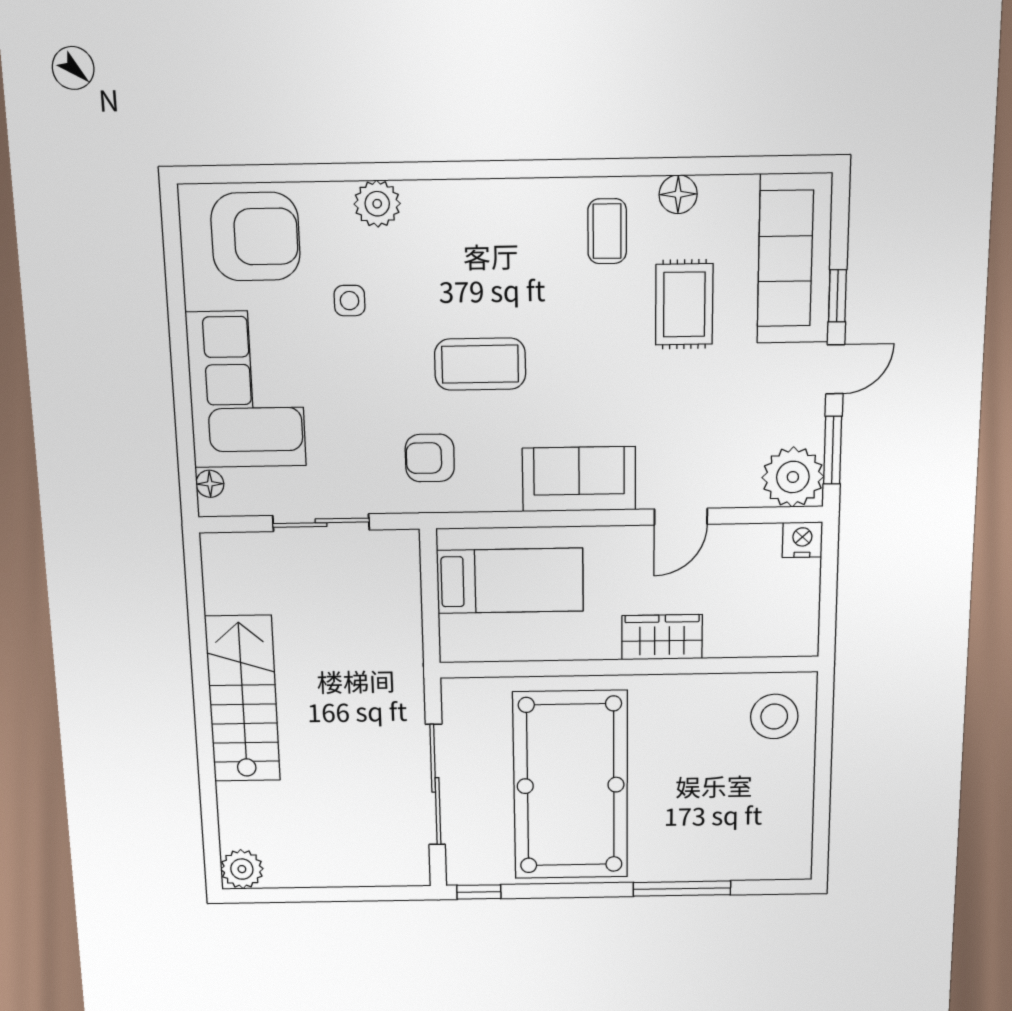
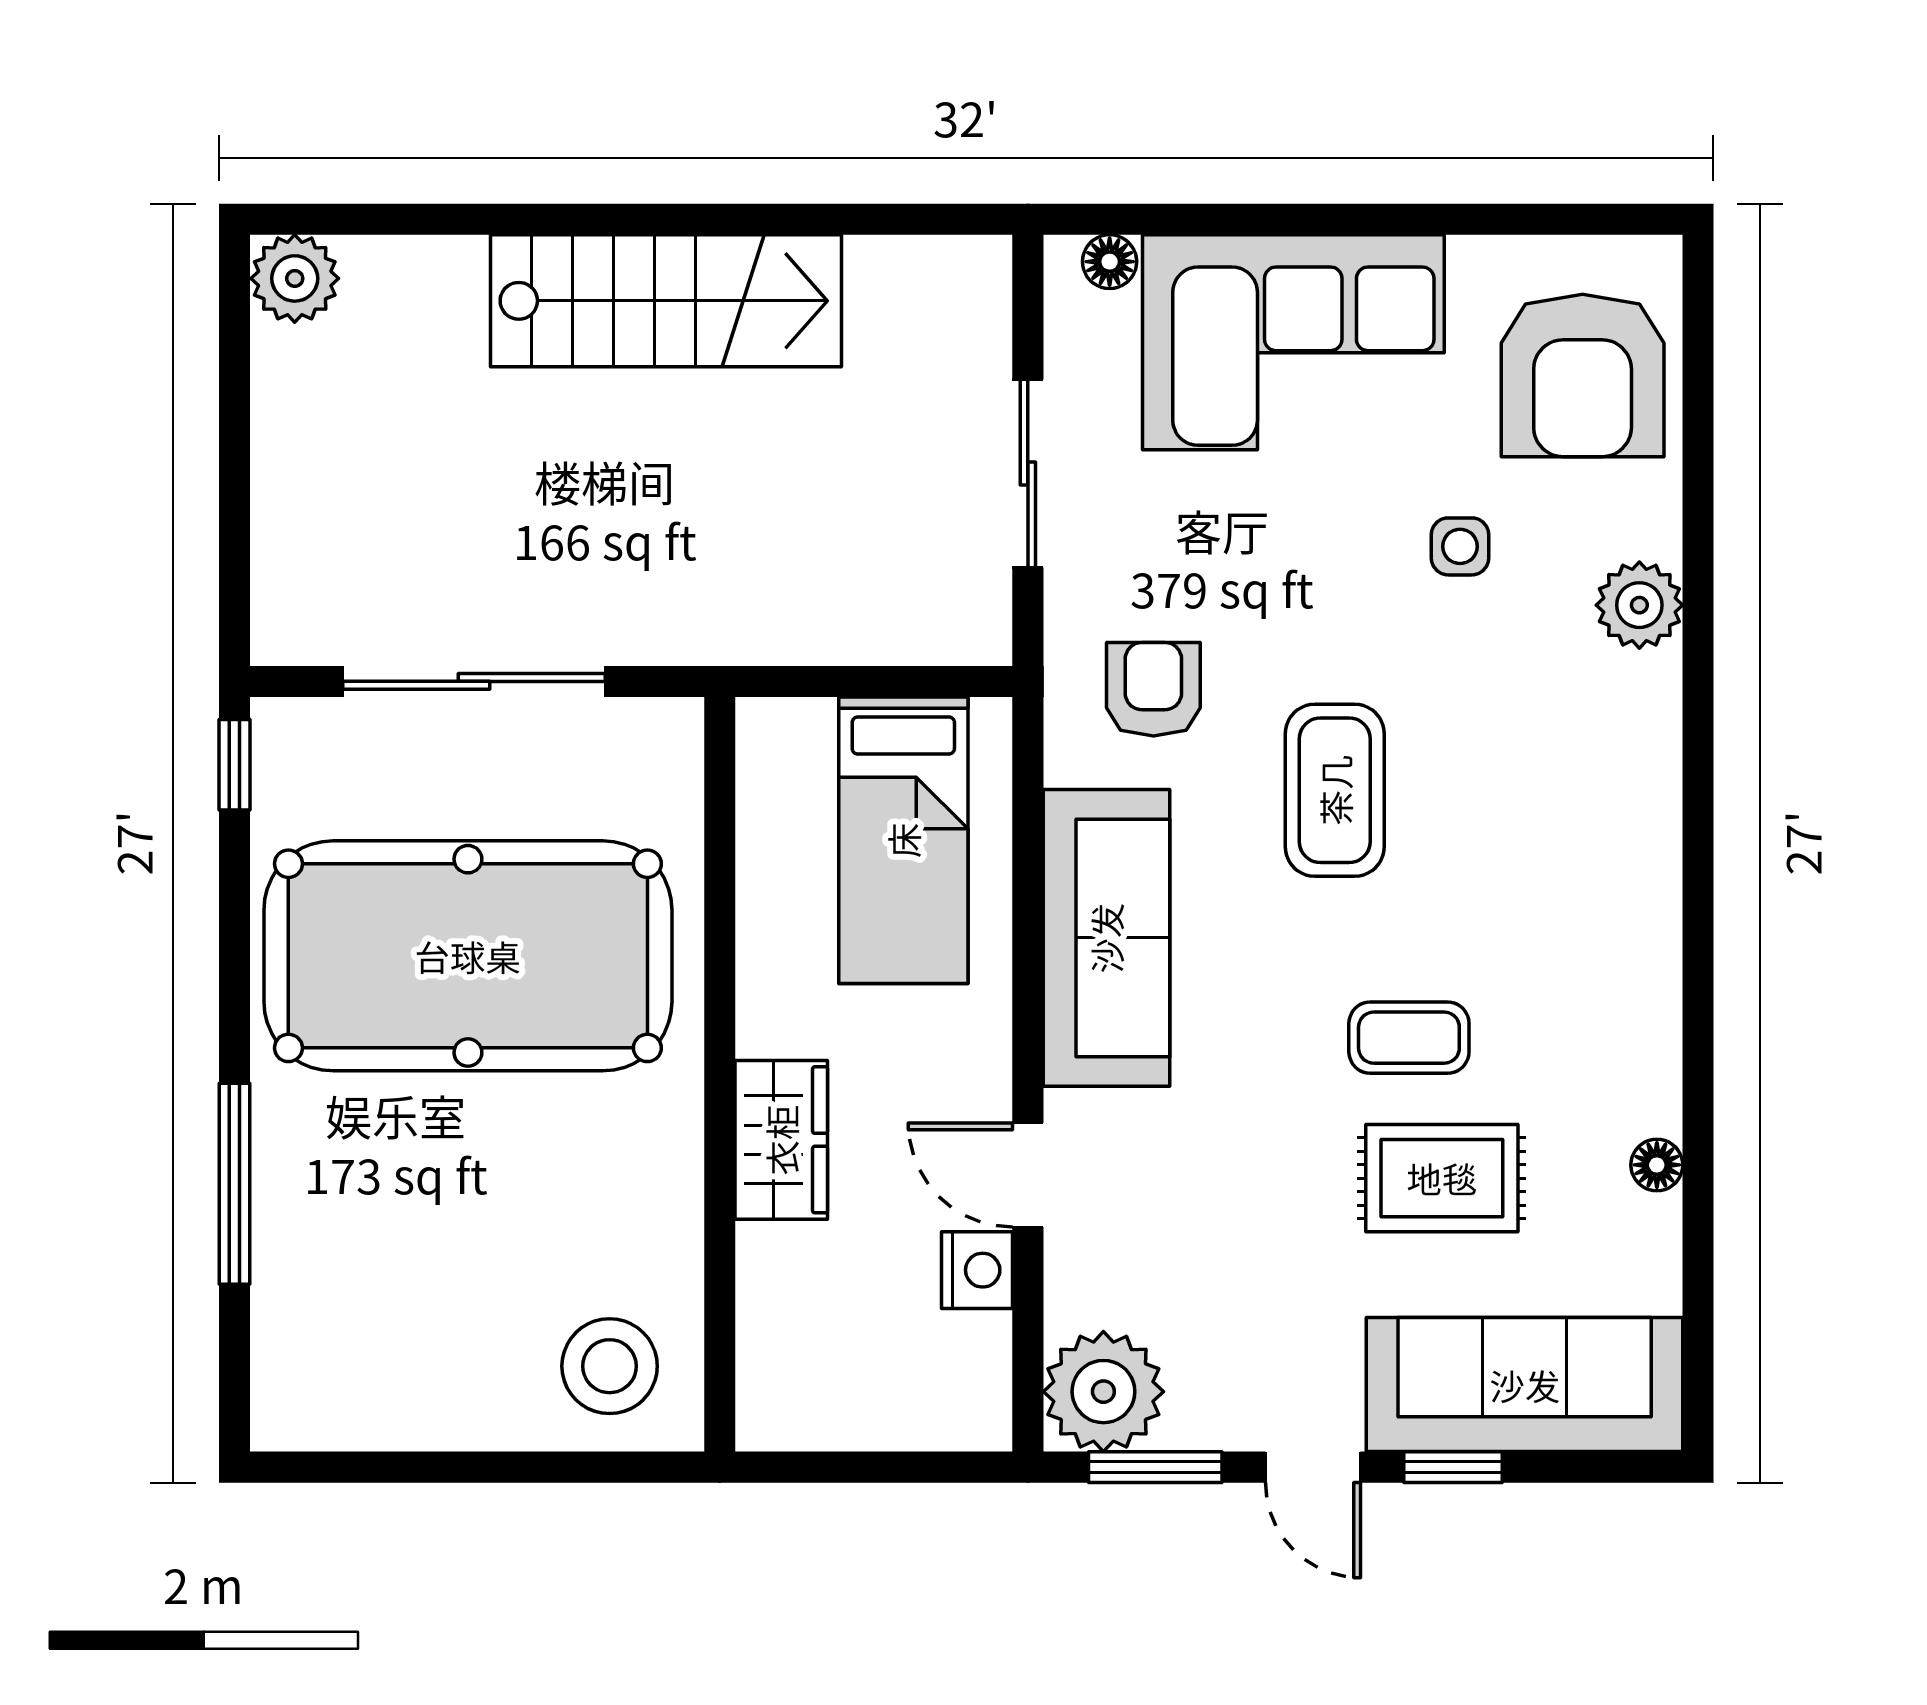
floor lamp: (678, 194) -> (1657, 1165), width x0.73, depth x0.73
coffee table: (607, 231) -> (1409, 1038), moved
sofa: (579, 479) -> (1106, 938), width x1.36
nightstand: (802, 540) -> (977, 1270), moved

